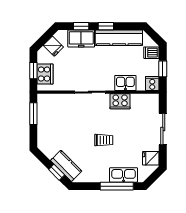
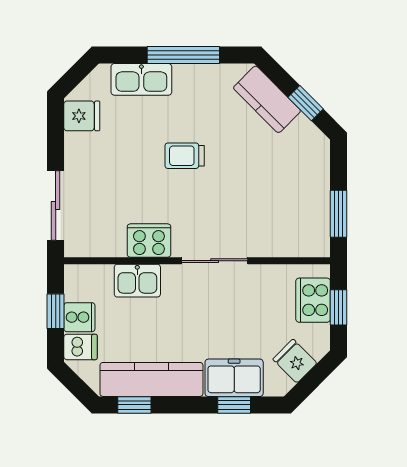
window: (106, 26) -> (134, 405), moved
cooker: (152, 83) -> (79, 317), moved, turned -90
sliding door: (163, 129) -> (56, 206), moved
window: (57, 172) -> (306, 103), moved
window: (117, 186) -> (183, 55), moved

